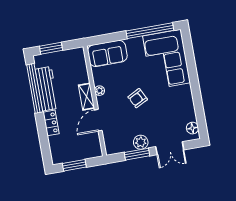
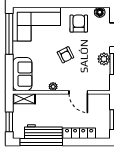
shelving: (86, 97) -> (24, 99), moved
armchair: (175, 107) -> (79, 24), added
locker: (51, 123) -> (79, 133), width x1.53

